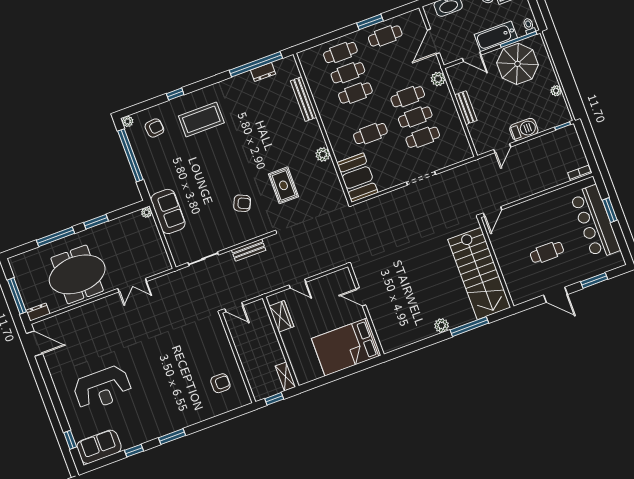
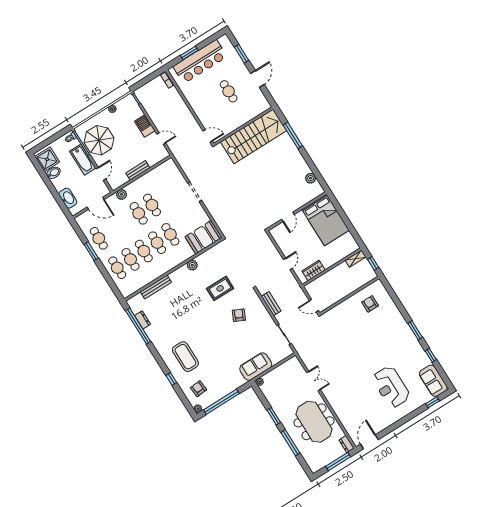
cafe table: (423, 137) -> (157, 243), moved
door: (234, 307) -> (314, 306), swing flipped
plant: (442, 325) -> (311, 178), moved
reception desk: (102, 388) -> (391, 387), turned 180

